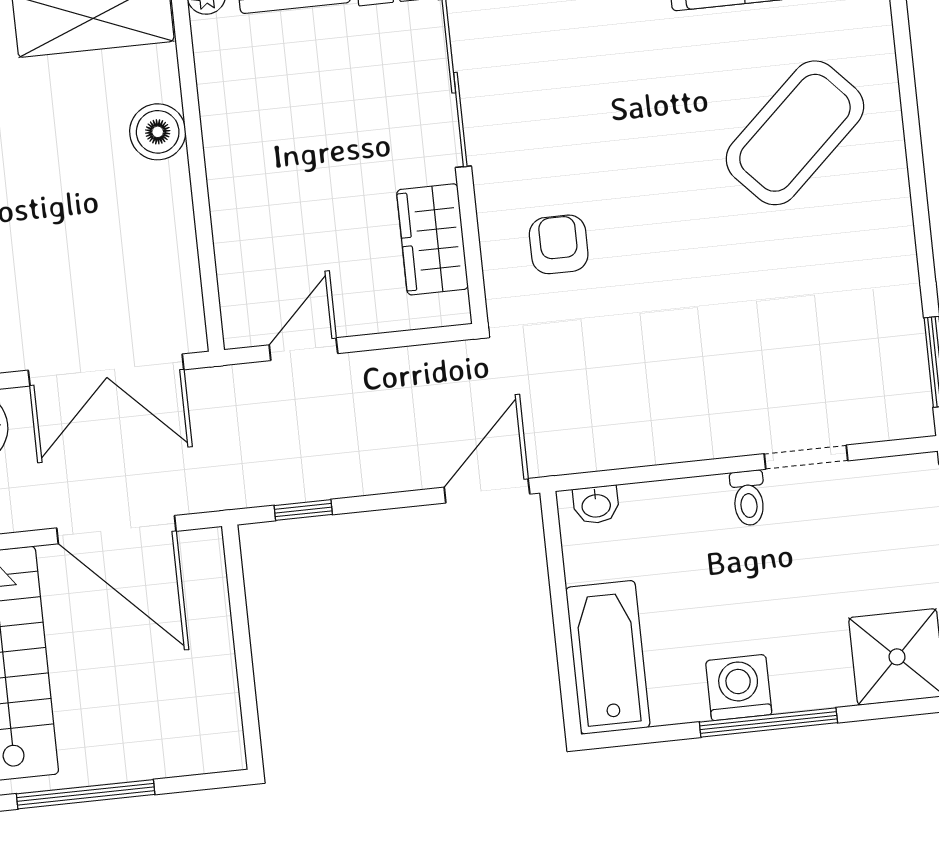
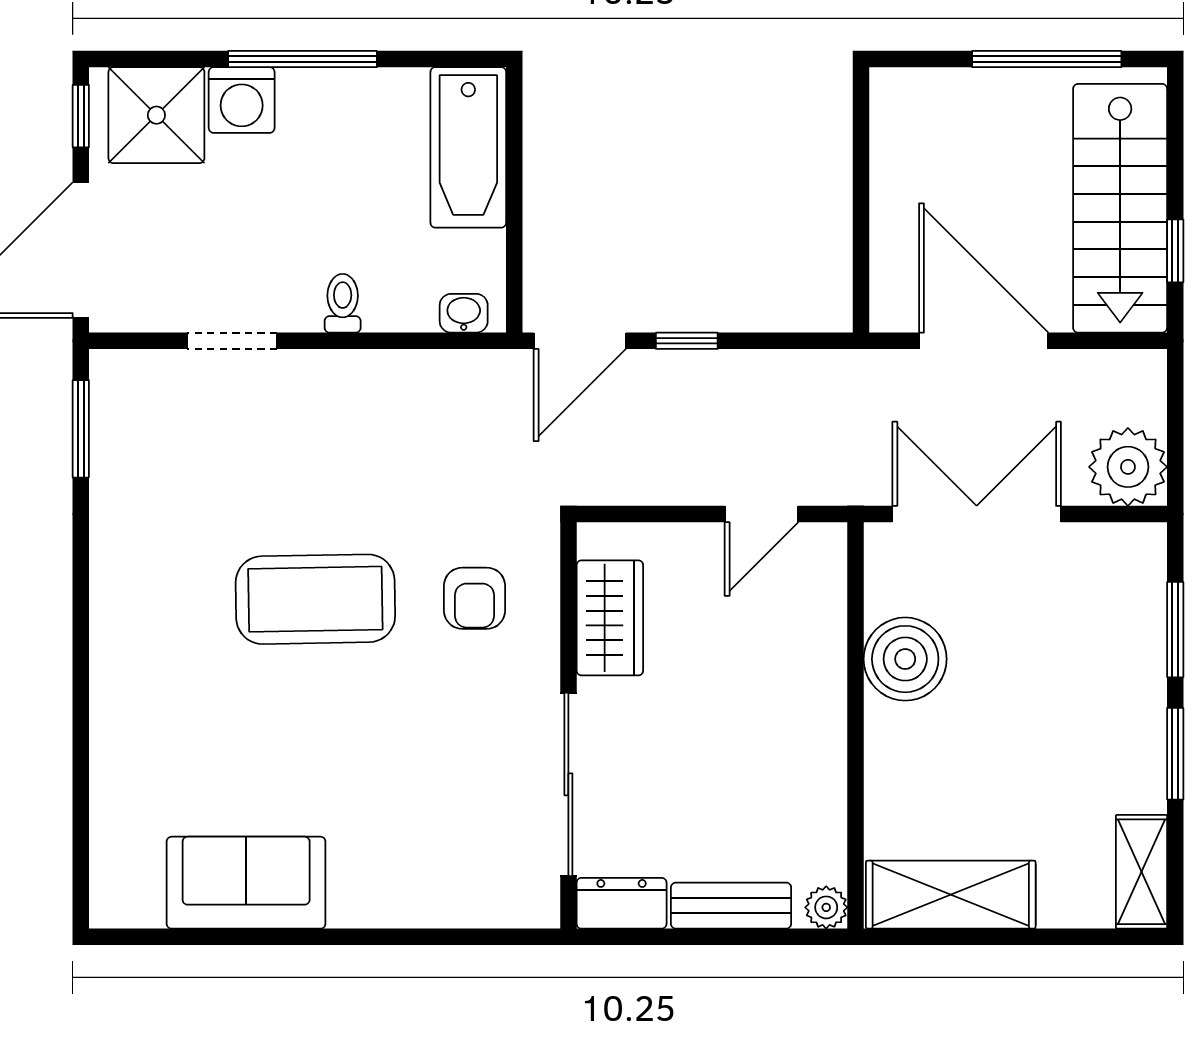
boiler: (158, 132) -> (905, 659), moved, width x1.37, depth x1.37
coffee table: (795, 133) -> (315, 599), moved, turned 42
toilet: (748, 498) -> (343, 303), moved
window: (303, 510) -> (687, 341), moved
washing machine: (739, 688) -> (242, 100), moved

